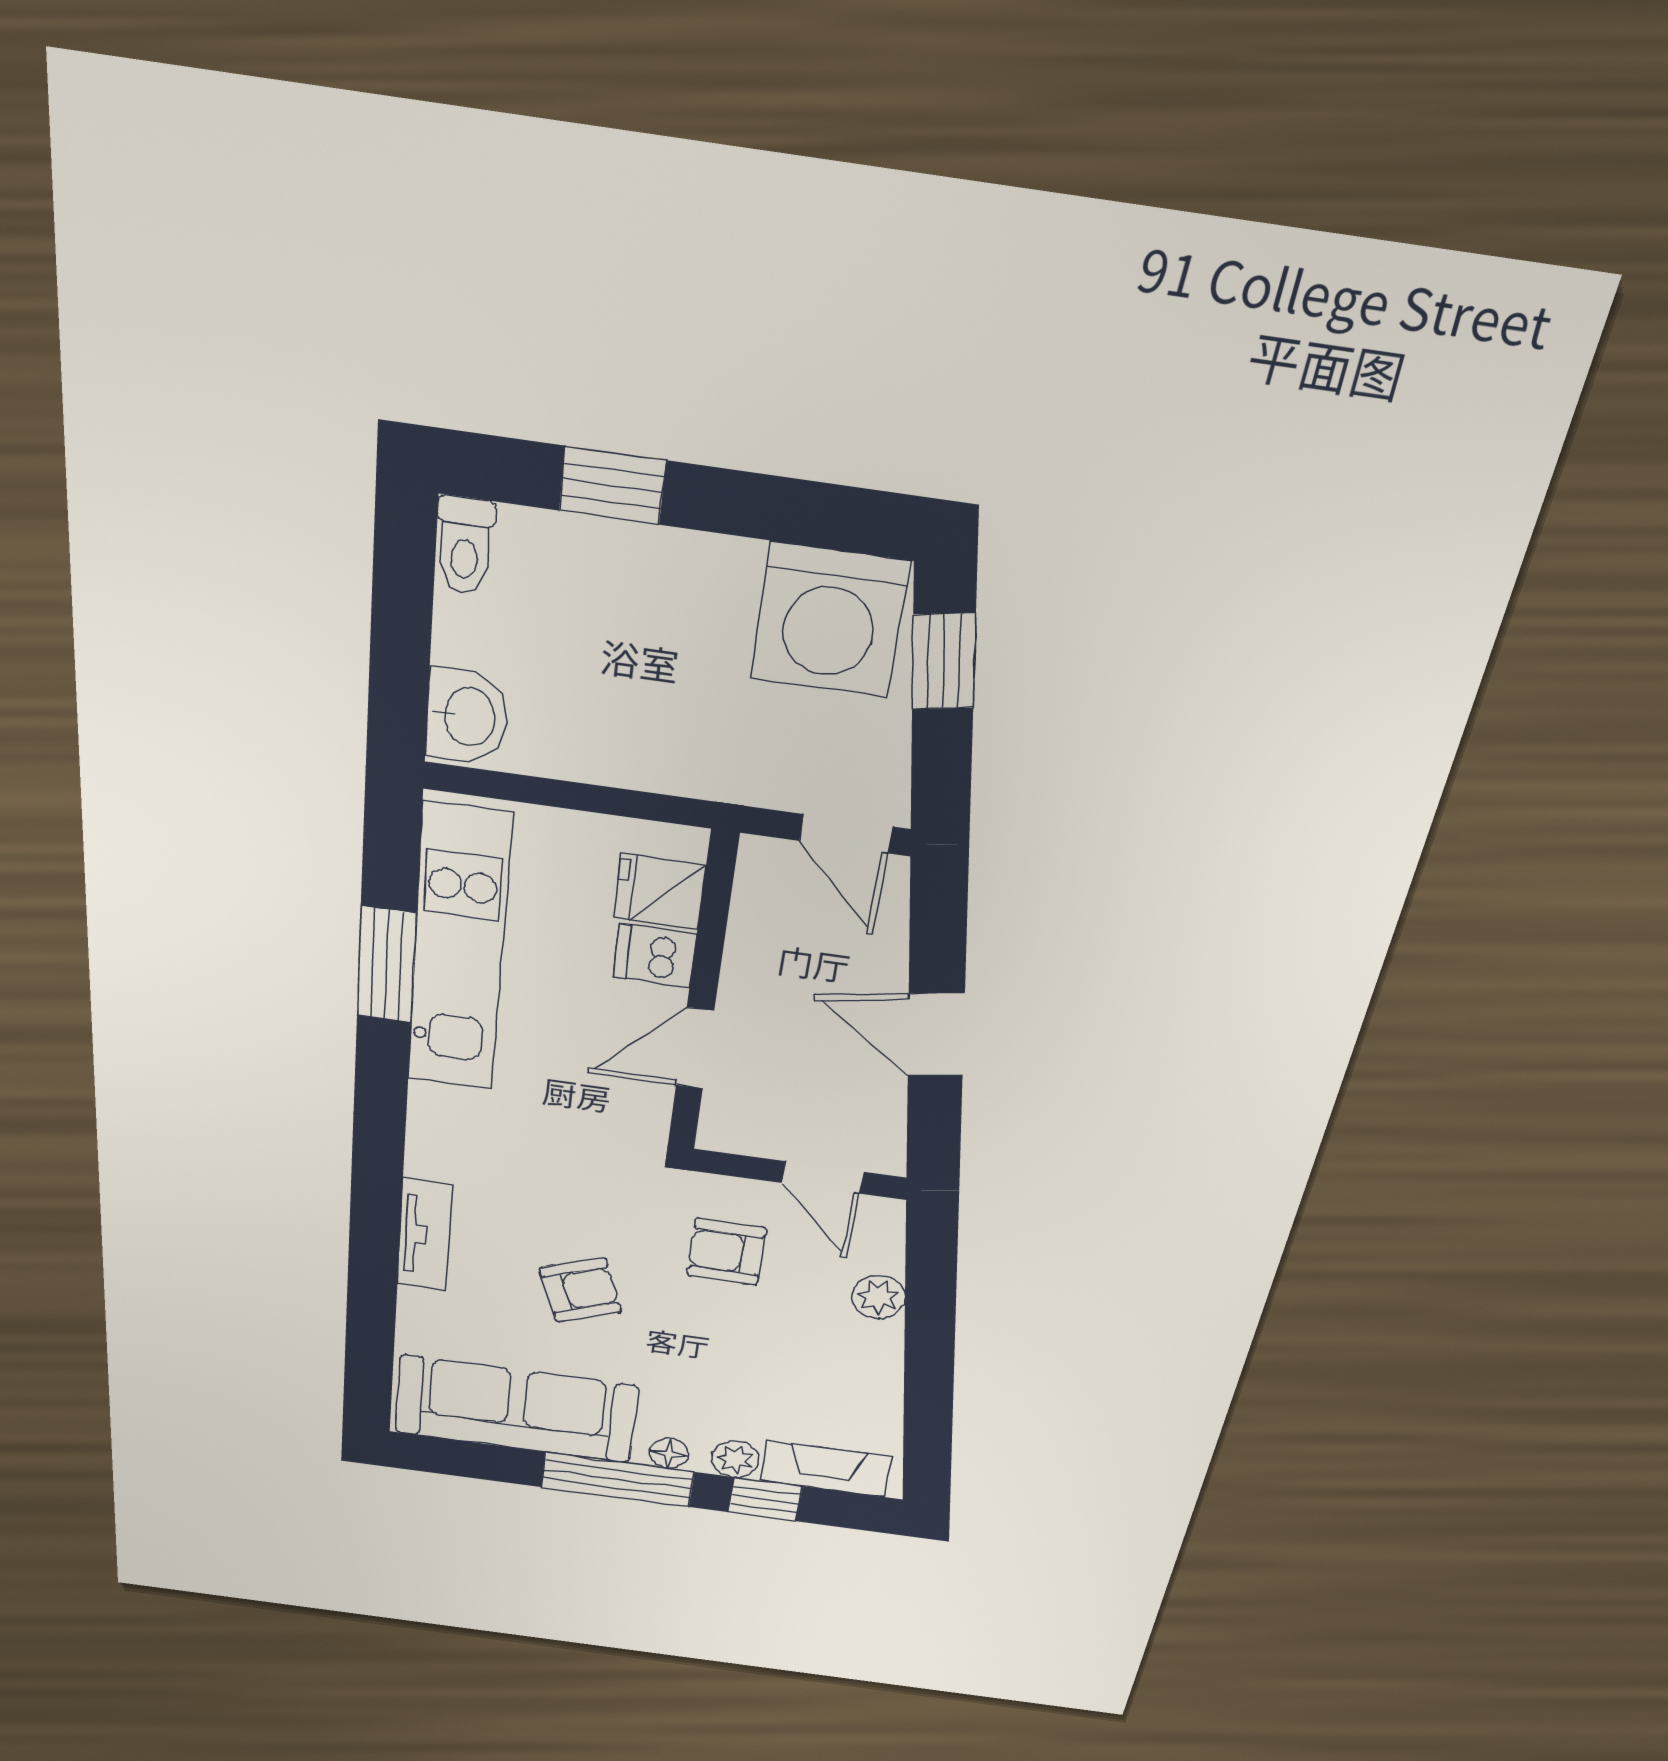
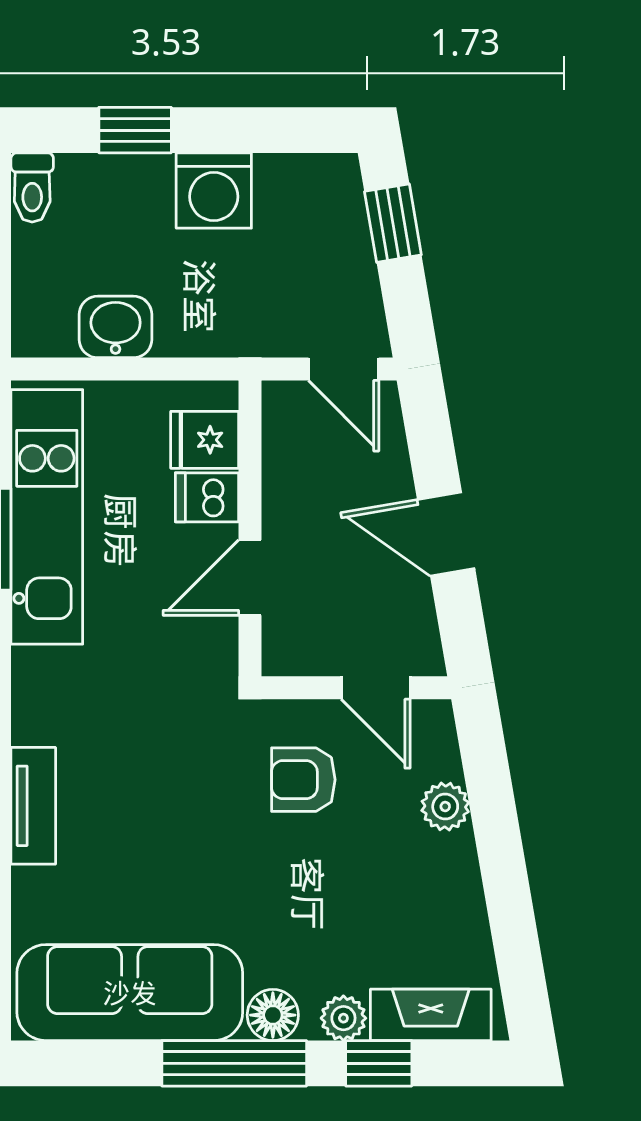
washing machine: (830, 620) -> (214, 190), moved, width x0.73, depth x0.73
washbasin: (467, 716) -> (116, 327), moved, turned -90
armchair: (581, 1290) -> (178, 843), removed
floor lamp: (669, 1453) -> (273, 1015), width x1.37, depth x1.37

